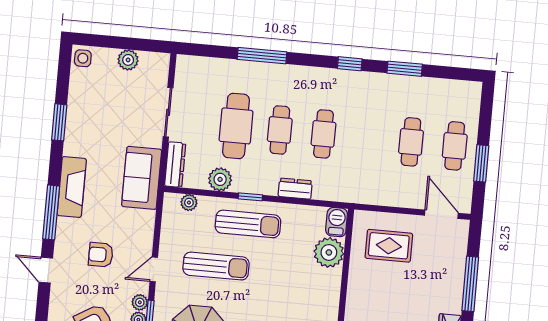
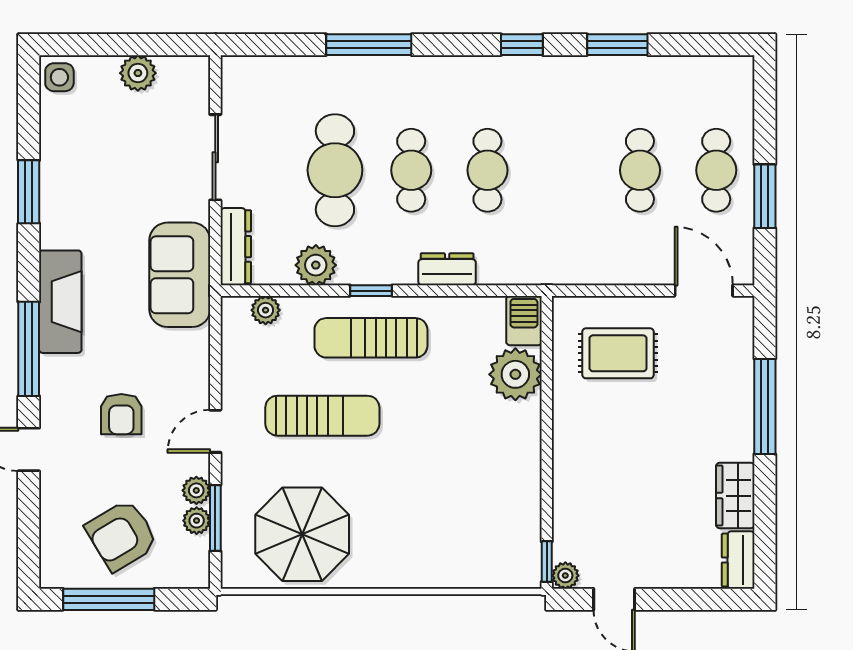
sun lounger: (248, 224) -> (371, 338), turned 180
armchair: (101, 255) -> (121, 414), turned -90

